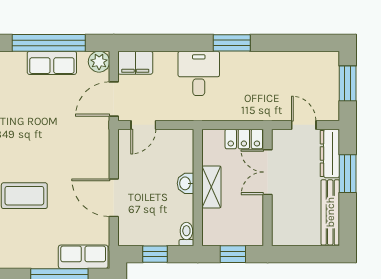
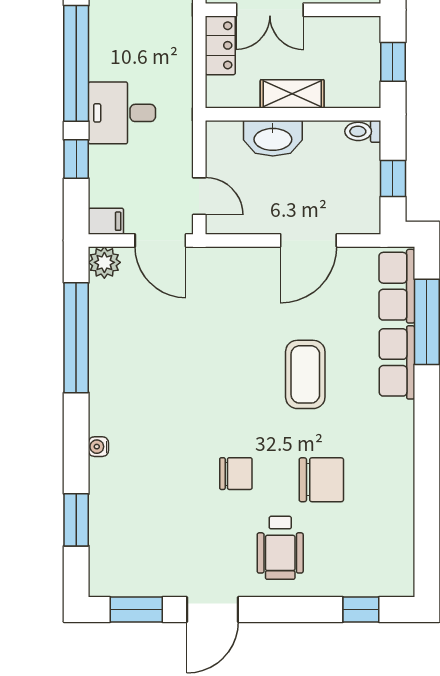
window: (168, 43) -> (76, 159), added
window: (232, 43) -> (76, 63), width x2.11
row of seats: (52, 63) -> (397, 362), moved, turned 180
filing cabinet: (135, 63) -> (106, 221), width x0.50
washbasin: (186, 183) -> (273, 138), width x1.91, depth x1.45

